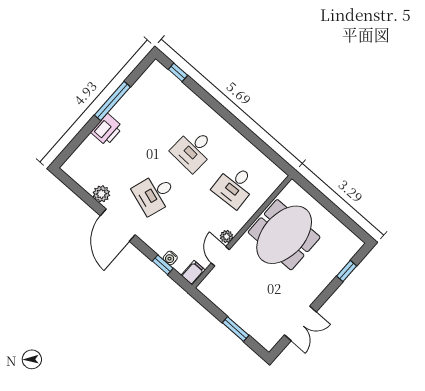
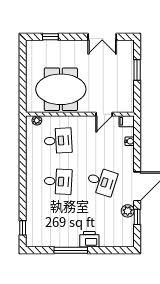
plant: (226, 237) -> (37, 120), moved
window: (163, 265) -> (137, 217), moved
double door: (300, 323) -> (102, 37), swing flipped

